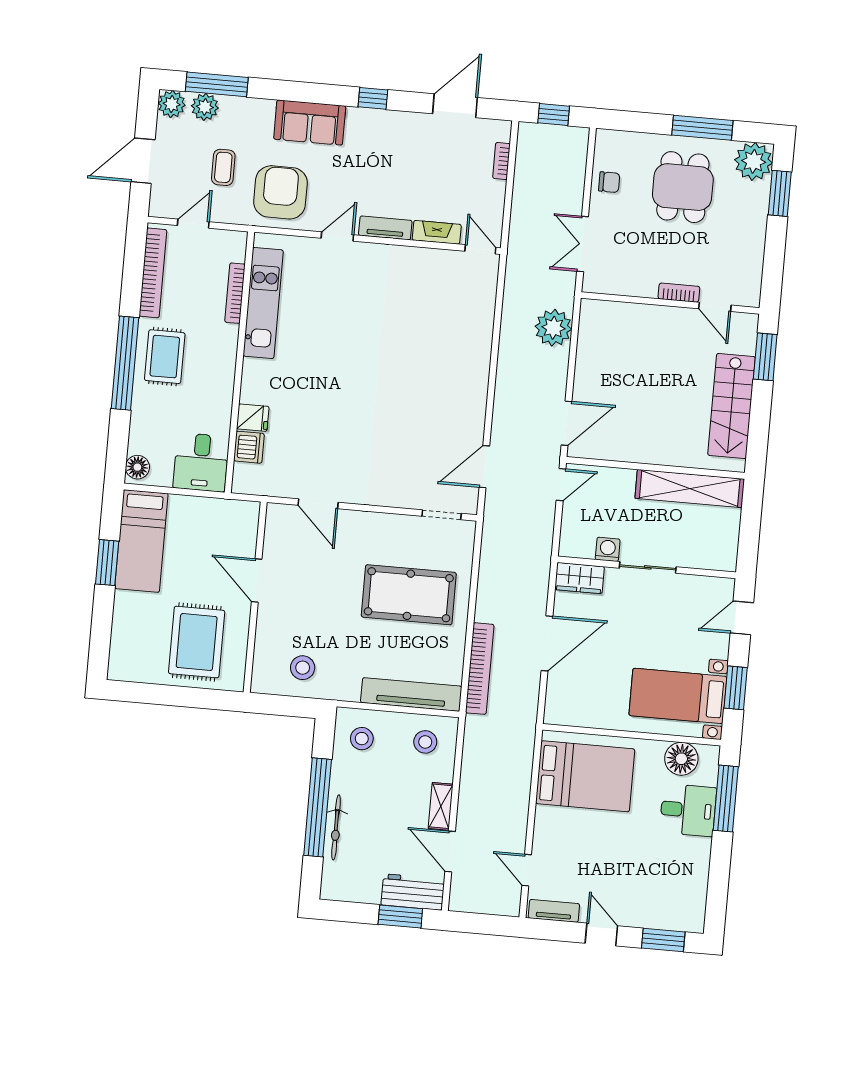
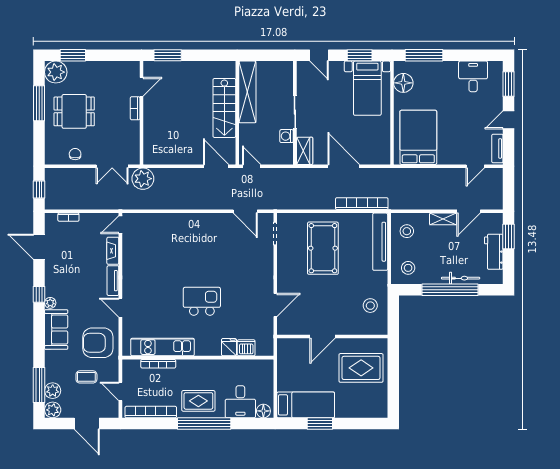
plant: (356, 116) -> (50, 303), added
plant: (553, 328) -> (143, 179), moved
kitchen island: (336, 378) -> (202, 301), added
stairs: (732, 406) -> (224, 108), moved, turned 90
desk: (201, 462) -> (240, 402), moved, turned 90
desk: (688, 810) -> (473, 76), moved
workbench: (413, 892) -> (494, 252), moved

